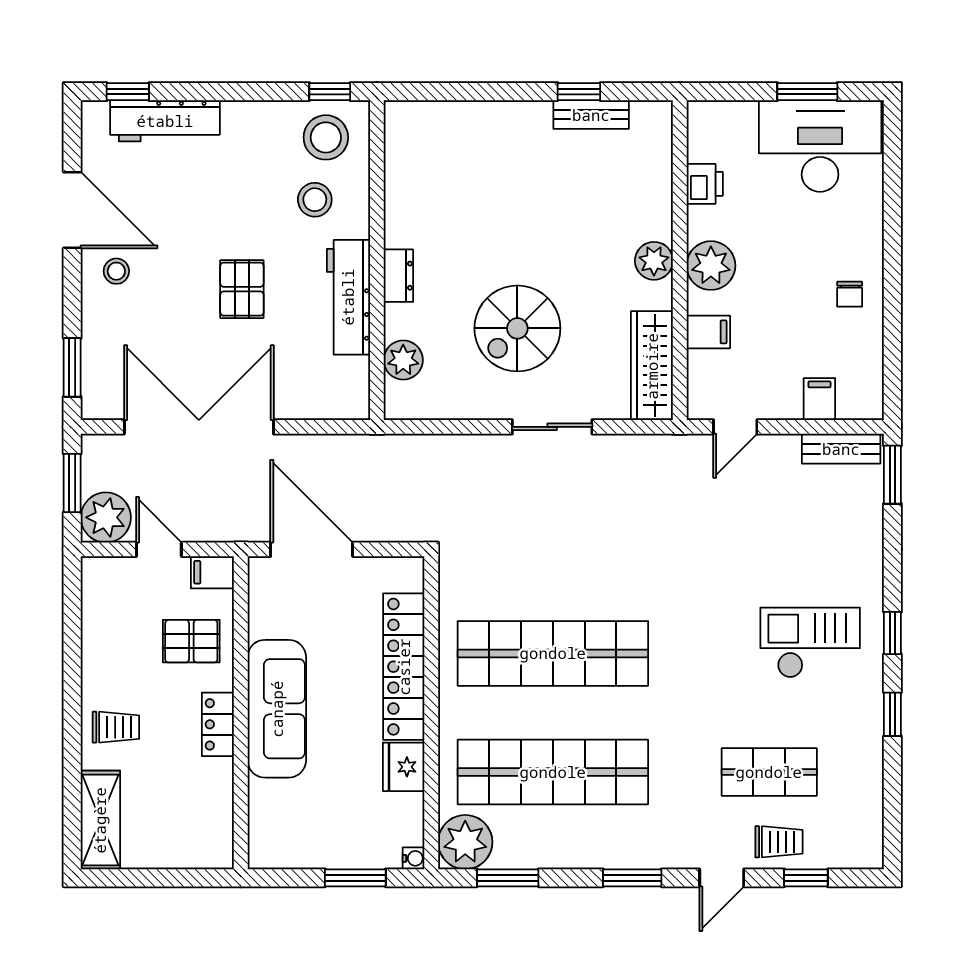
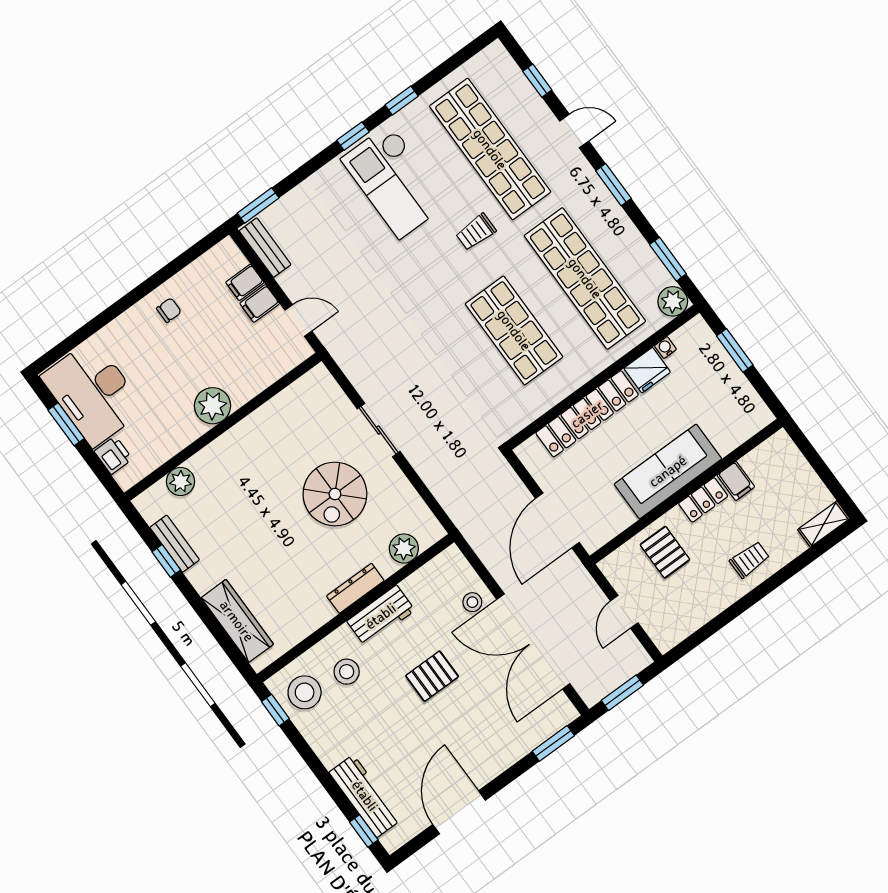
printer: (705, 184) -> (113, 455), moved, turned 90
plant: (654, 261) -> (181, 482), moved
stool: (116, 271) -> (472, 602), moved
dresser: (398, 276) -> (355, 588), width x1.44
workbench: (348, 297) -> (381, 616), width x0.73
spiral stairs: (517, 328) -> (335, 494), turned 90
filing cabinet: (708, 332) -> (260, 303), moved, turned -90
wardrobe: (652, 366) -> (237, 621), moved, turned -90
plant: (106, 517) -> (628, 658), removed
filing cabinet: (212, 572) -> (736, 481), moved
checkout: (810, 643) -> (395, 181), width x1.36, depth x1.21
shop shelf: (553, 653) -> (514, 330), width x0.71
trolley: (116, 727) -> (749, 560), turned 90
shop shelf: (769, 772) -> (490, 149), width x2.00, depth x1.36
shelving: (100, 820) -> (824, 524), width x0.67, depth x0.75
plant: (465, 842) -> (673, 301), width x0.73, depth x0.73
trolley: (779, 842) -> (476, 232), moved, turned -90
water cooler: (414, 858) -> (665, 348), moved

